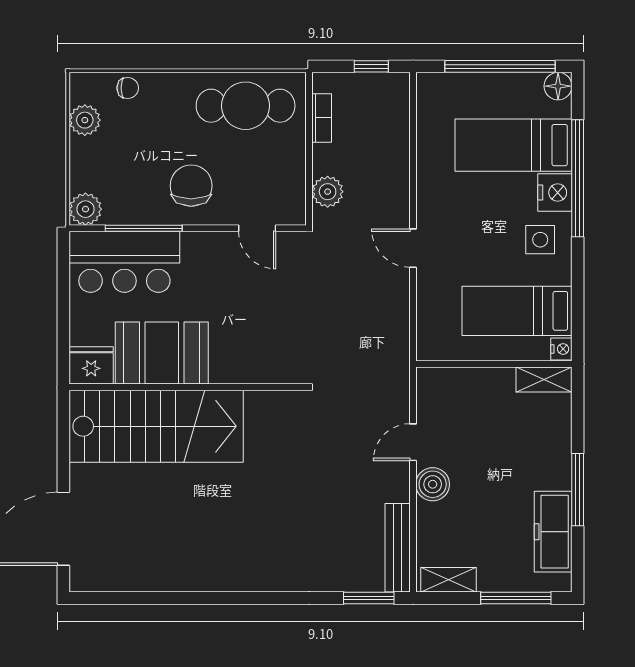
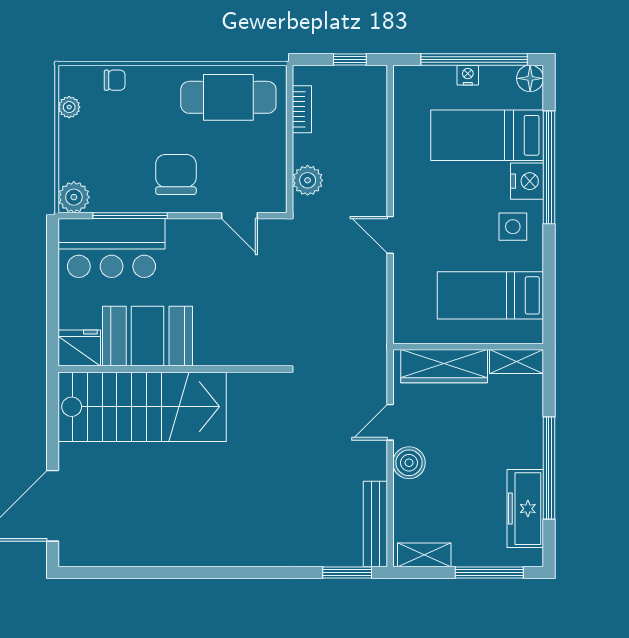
plant: (85, 120) -> (69, 107), width x0.73, depth x0.73
nightstand: (561, 349) -> (468, 75), moved, turned -90
wardrobe: (469, 384) -> (444, 366), added
window: (578, 490) -> (549, 468), width x1.46

